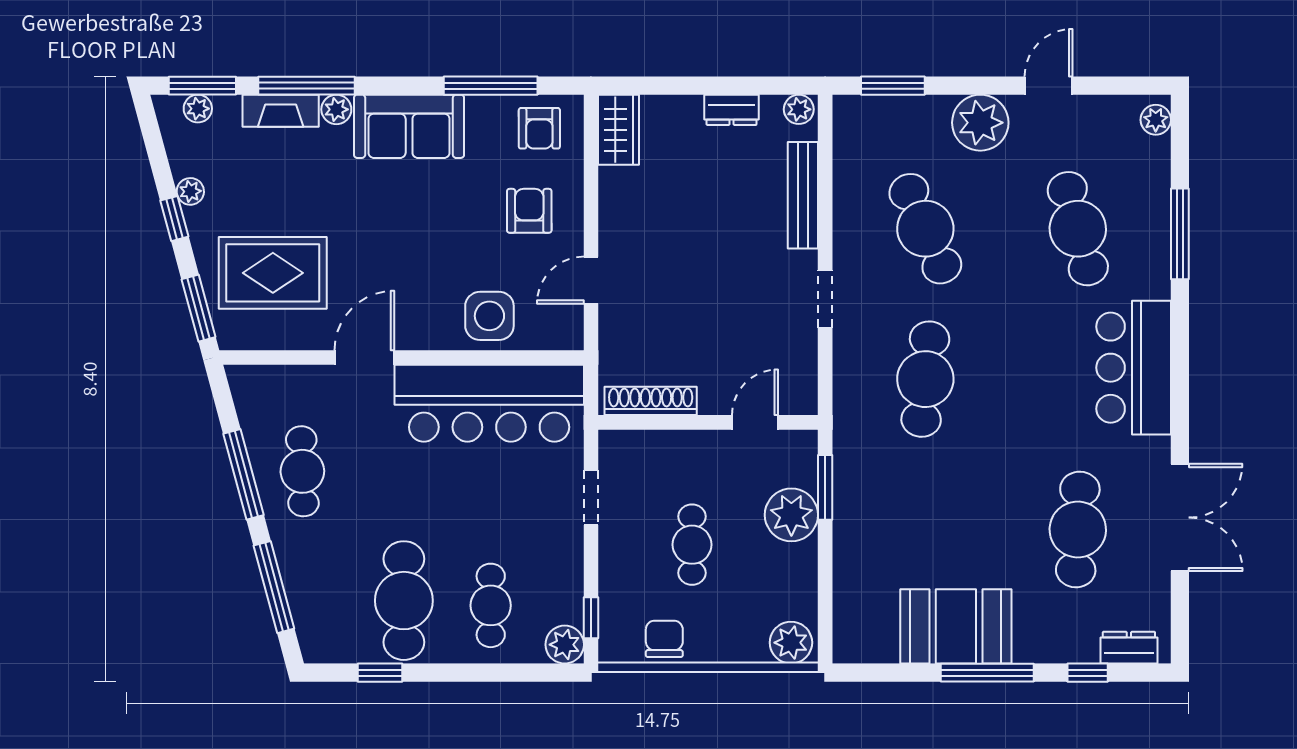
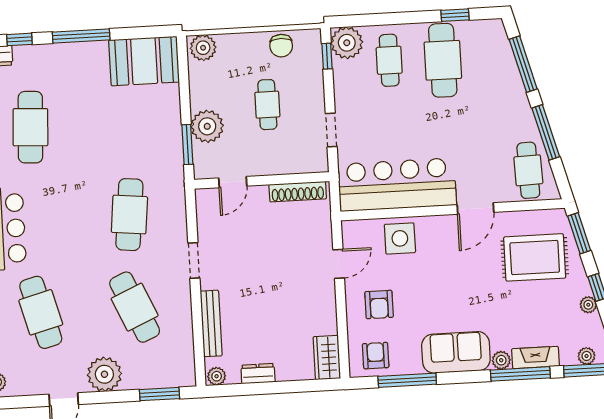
cafe table: (302, 471) -> (528, 170), moved
booth: (956, 626) -> (144, 61), moved
plant: (565, 645) -> (347, 43), width x1.36, depth x1.36

